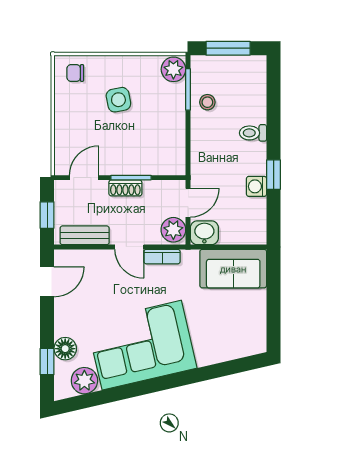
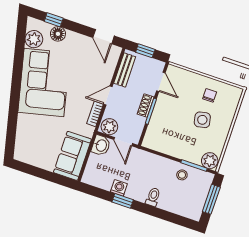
chair: (75, 73) -> (210, 95), moved

